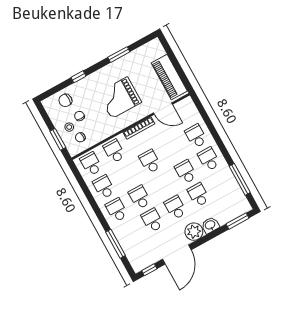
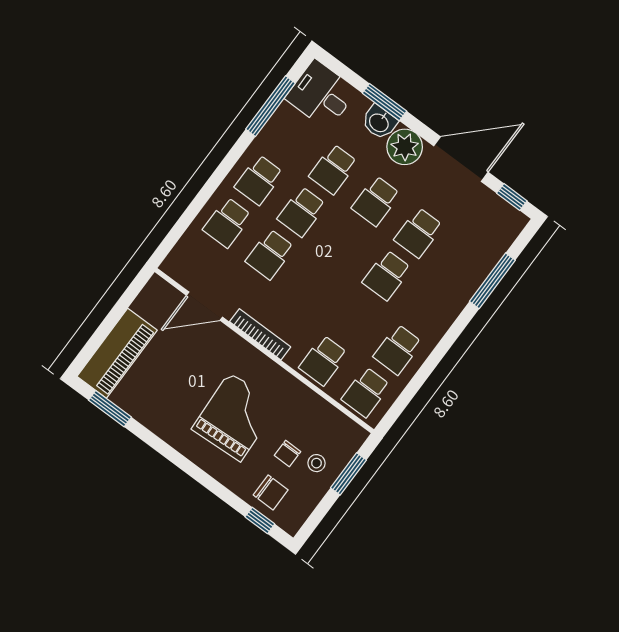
window: (119, 55) -> (110, 409), moved
window: (79, 77) -> (260, 520), moved
piano: (169, 77) -> (117, 353), moved
grand piano: (120, 98) -> (235, 417), moved, turned -93
door: (163, 109) -> (205, 306), swing flipped
chair: (80, 137) -> (326, 434), removed
school desk: (150, 161) -> (270, 254), moved
desk: (235, 205) -> (321, 94), added
school desk: (117, 210) -> (429, 307), removed
window: (237, 221) -> (384, 102), moved

